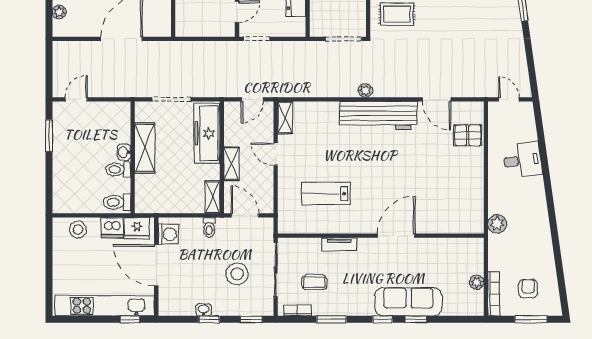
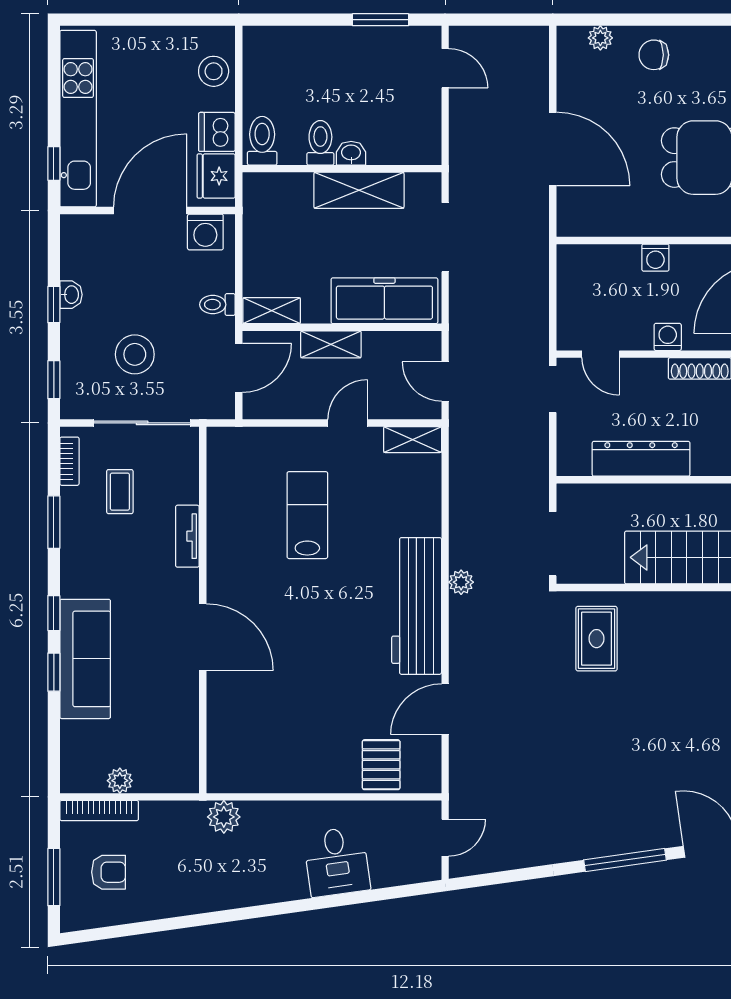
lab bench: (326, 194) -> (307, 515), moved

